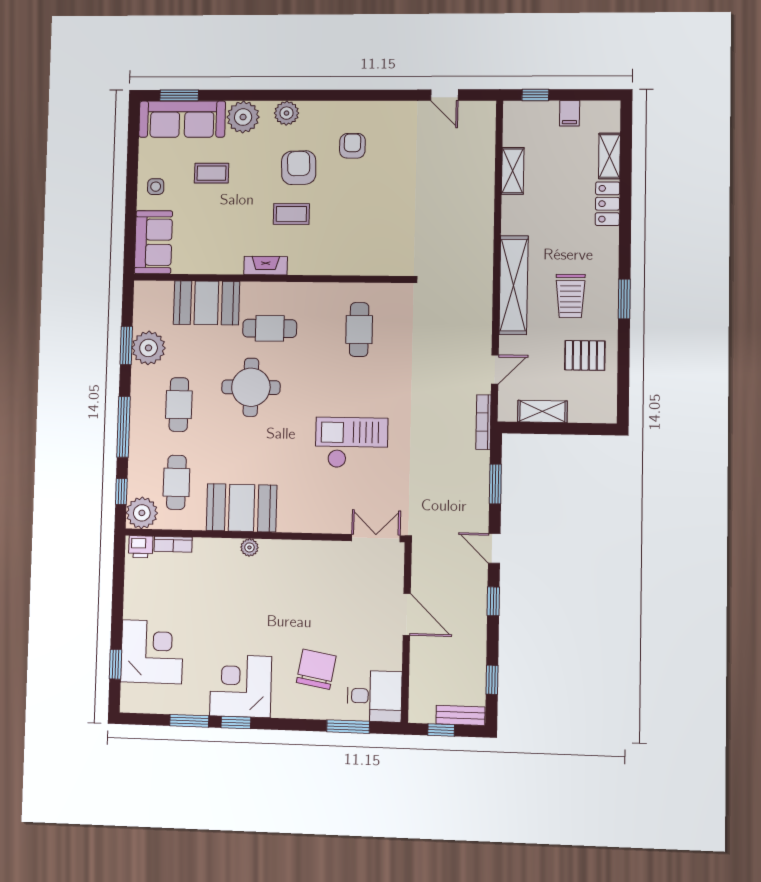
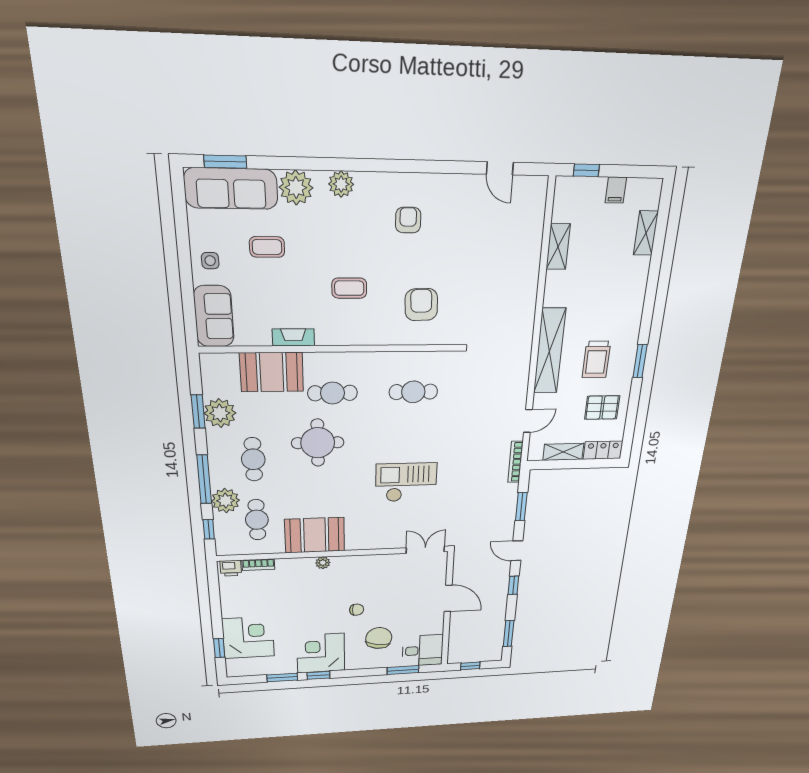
armchair: (299, 168) -> (421, 305), moved
locker: (608, 204) -> (603, 450), moved, turned 90
fireplace: (266, 266) -> (293, 337), moved
cafe table: (359, 330) -> (413, 392), turned 90
plant: (142, 513) -> (226, 501), moved
chair: (289, 621) -> (357, 610), added
window: (492, 680) -> (509, 633), width x1.50
bench: (460, 715) -> (485, 656), removed

